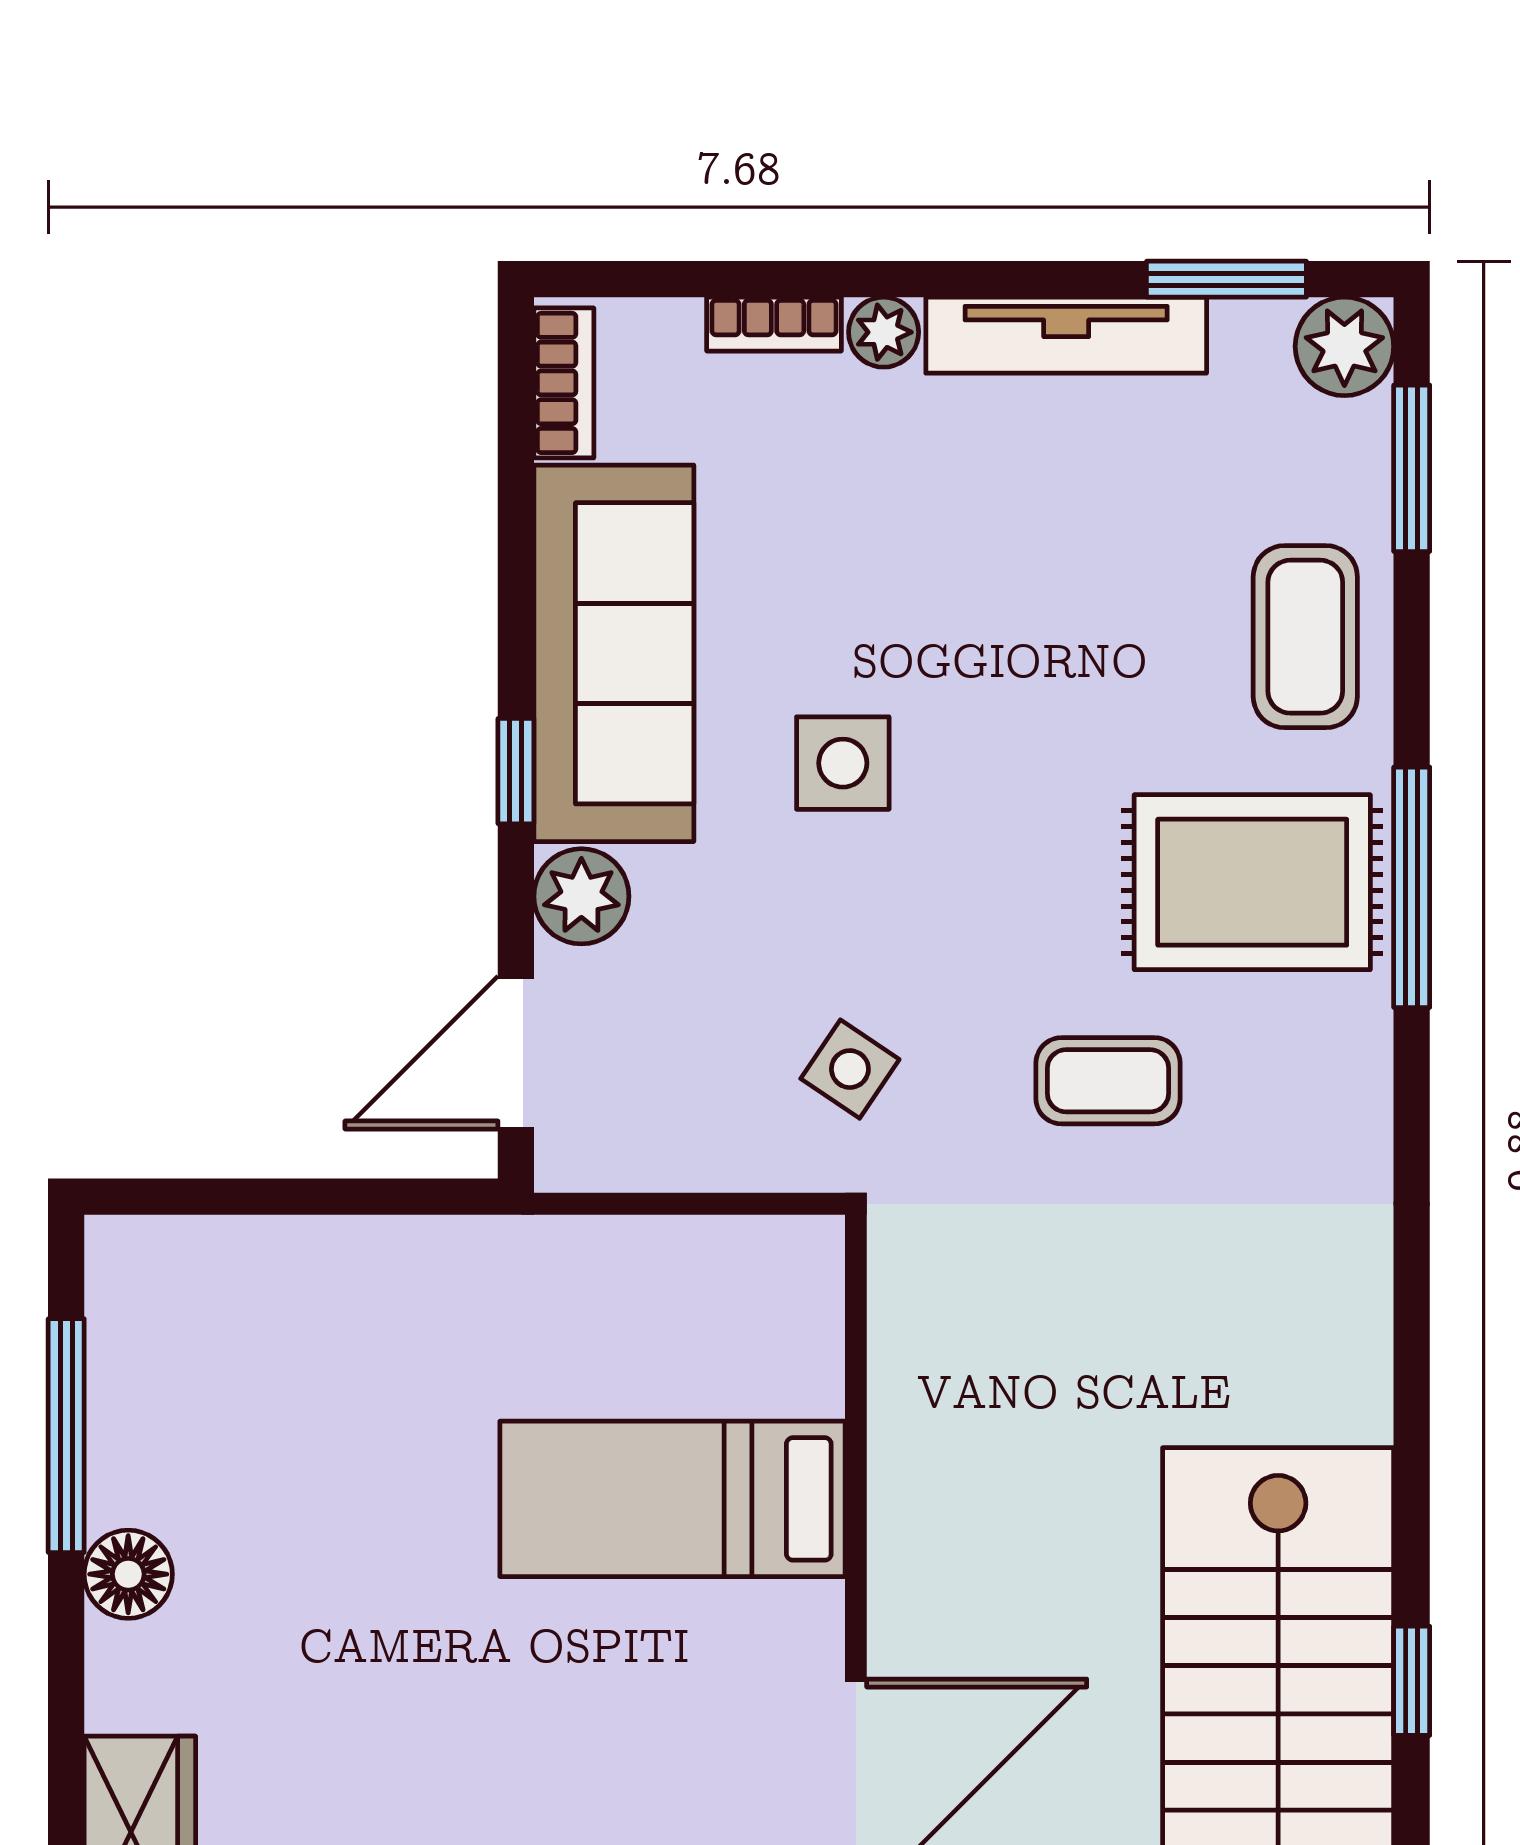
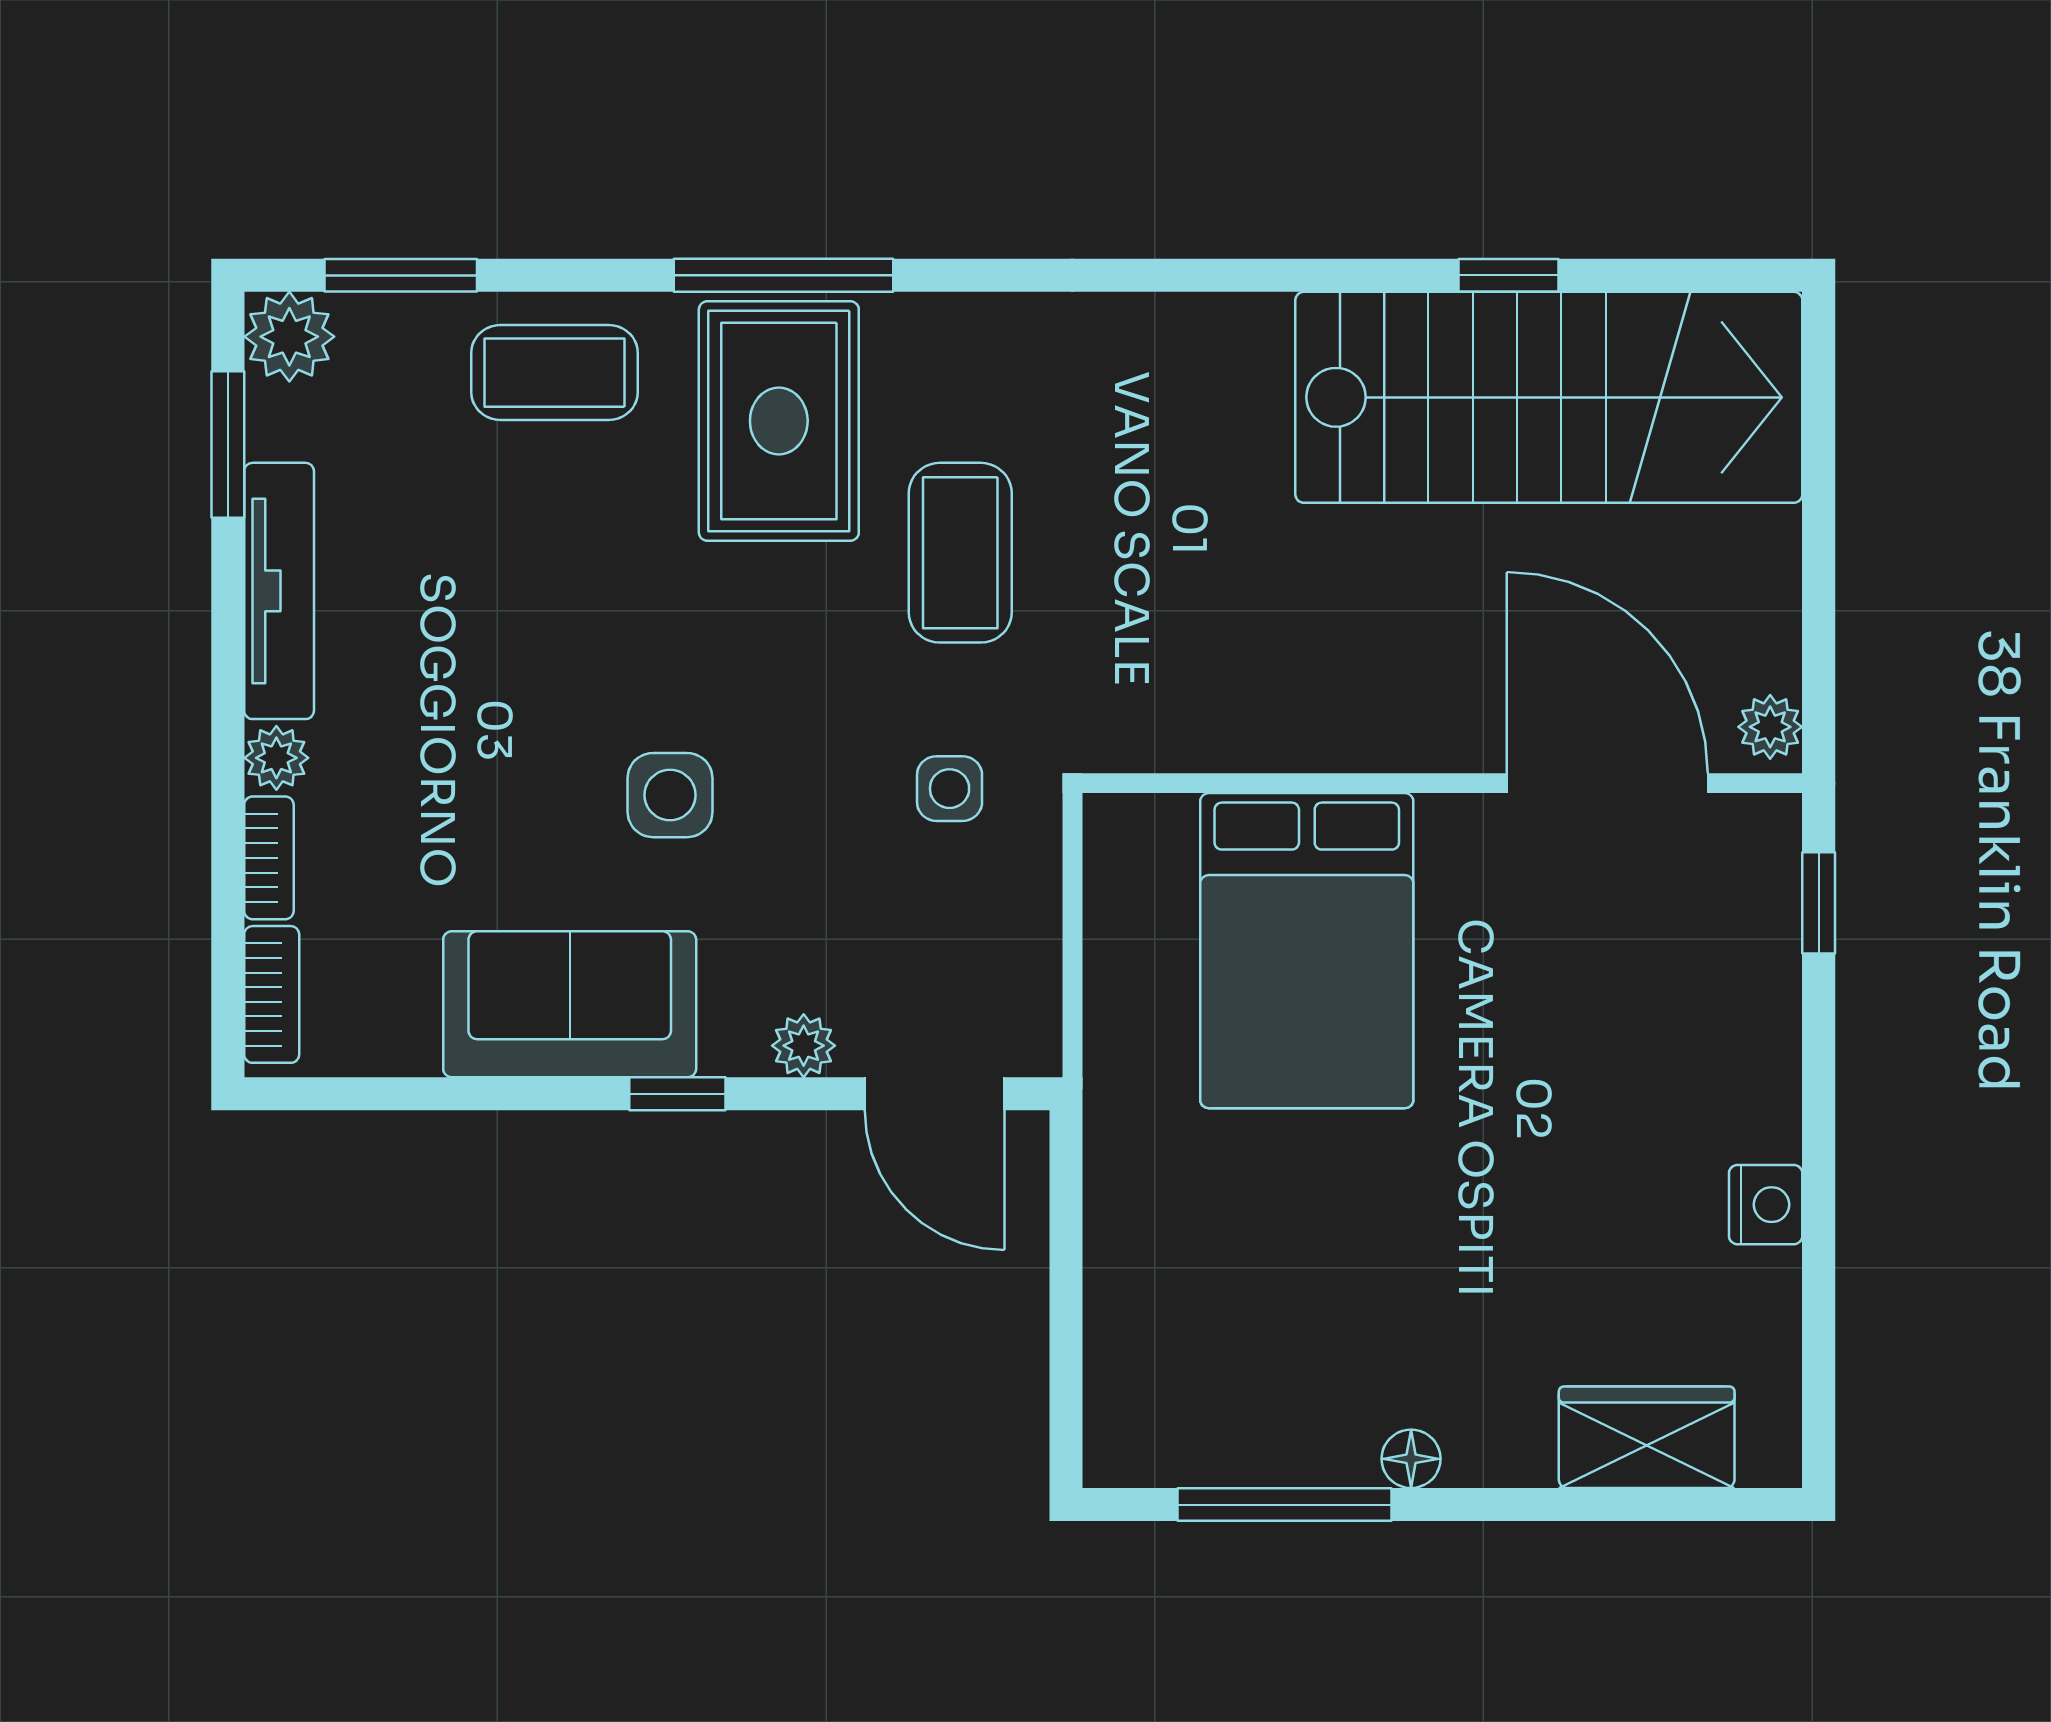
bookcase: (564, 383) -> (272, 994), moved, turned 90
sofa: (614, 653) -> (570, 1004), width x0.73
plant: (581, 896) -> (804, 1046), width x0.73, depth x0.73
side table: (850, 1069) -> (950, 789), turned -34
coffee table: (1108, 1081) -> (960, 553), width x1.36, depth x1.30
bed: (672, 1499) -> (1307, 951), width x1.50
floor lamp: (128, 1574) -> (1411, 1459), width x0.73, depth x0.73

